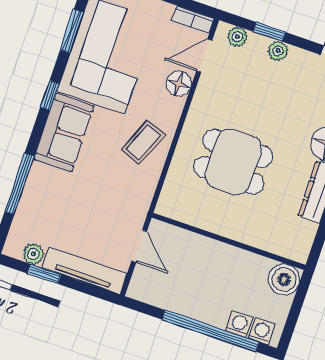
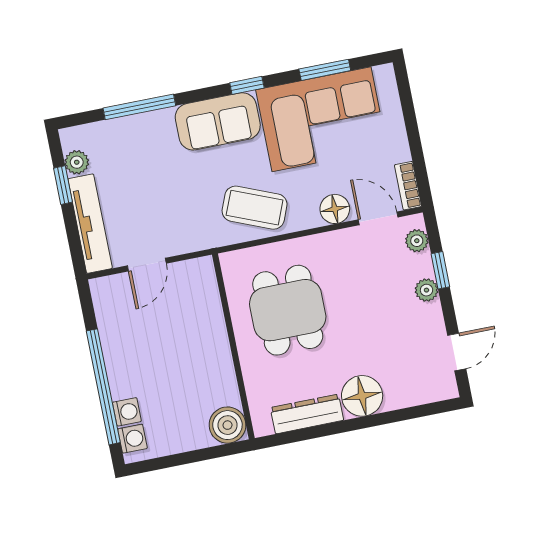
coffee table: (143, 142) -> (255, 208), width x1.36, depth x1.30
wall: (228, 241) -> (233, 346), moved
boiler: (284, 279) -> (227, 425), moved

